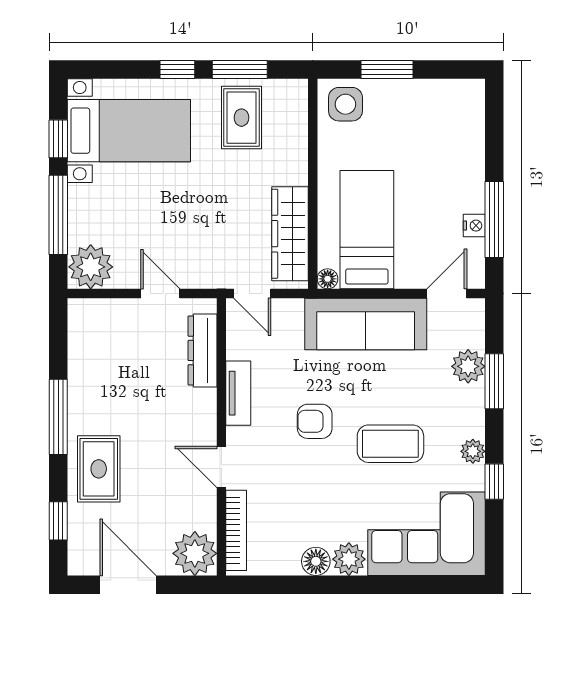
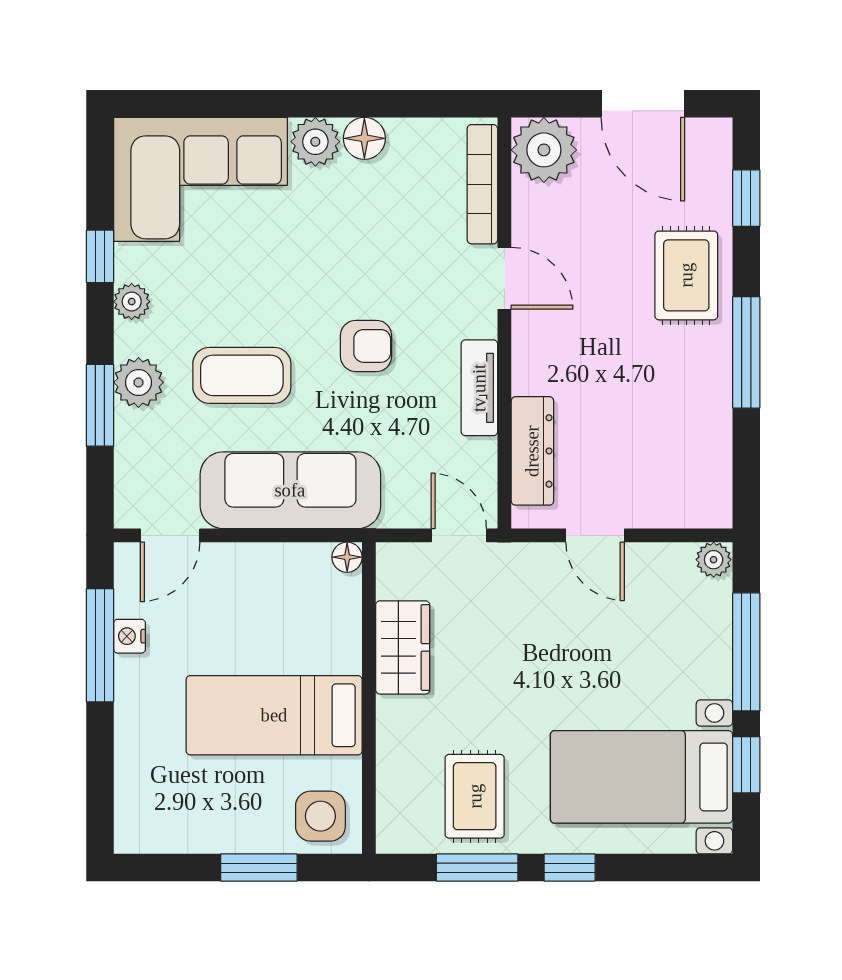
bed: (367, 230) -> (274, 715), moved, turned 90
wardrobe: (290, 234) -> (403, 647), width x0.67
plant: (91, 267) -> (714, 560), width x0.53, depth x0.53
plant: (468, 366) -> (138, 382), moved
coffee table: (390, 444) -> (242, 375), moved

